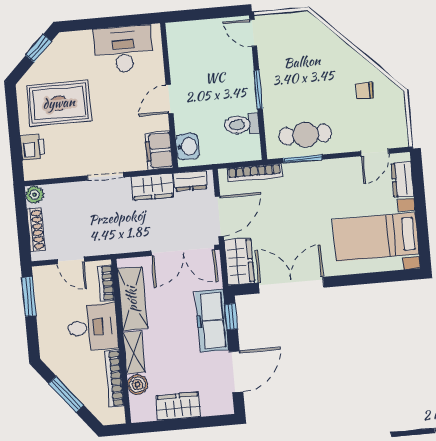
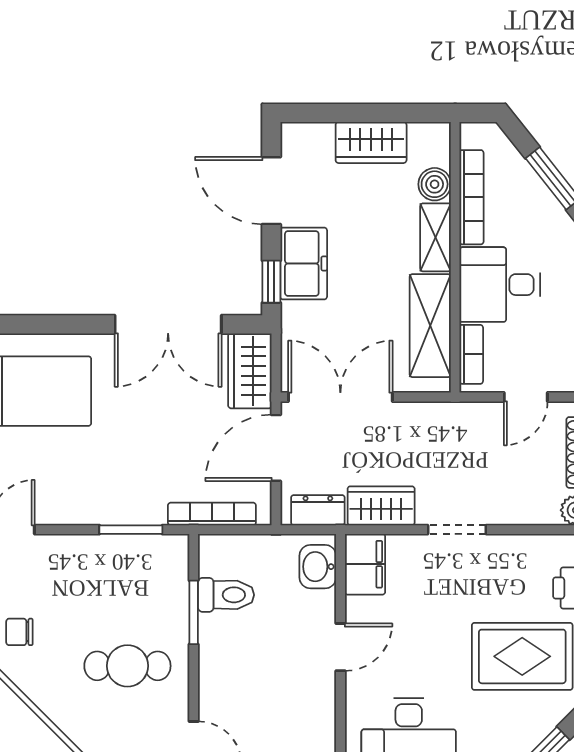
window: (258, 89) -> (194, 612), moved
chair: (365, 91) -> (19, 632), turned 180
cafe table: (305, 135) -> (127, 666), moved
door: (71, 260) -> (526, 397), swing flipped
freezer: (212, 321) -> (304, 263), width x0.71
door: (236, 372) -> (271, 191), hinge flipped

